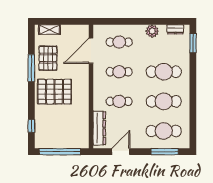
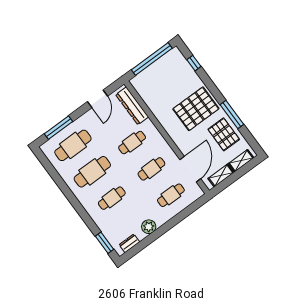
shelving: (72, 30) -> (221, 175), added
cafe table: (164, 72) -> (112, 198), width x0.73, depth x0.74

